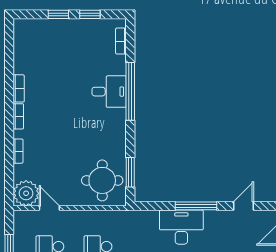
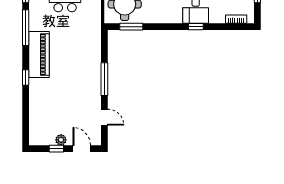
window: (130, 91) -> (196, 27), width x0.32
desk: (181, 227) -> (87, 67), removed

